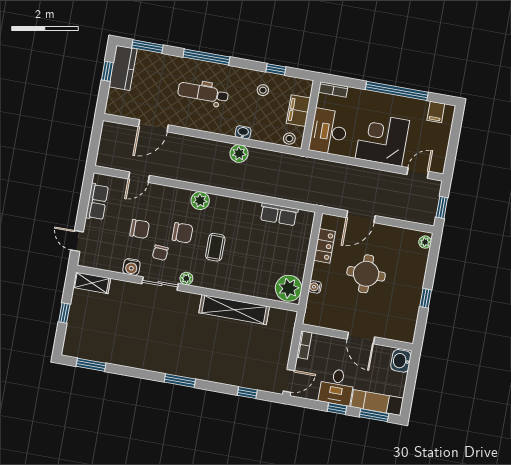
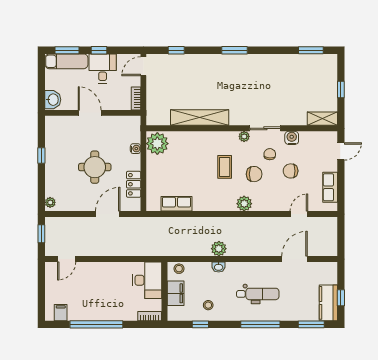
corner desk: (382, 139) -> (101, 282), removed
chair: (183, 233) -> (254, 174), turned 180
door: (77, 241) -> (341, 151), hinge flipped

